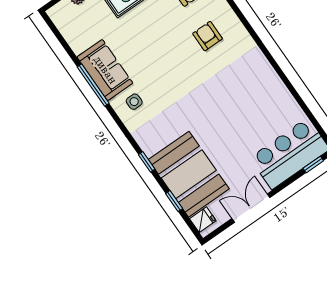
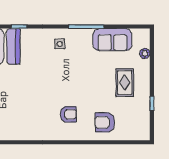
sofa: (105, 70) -> (112, 40), moved

